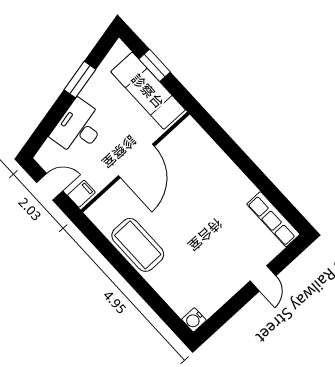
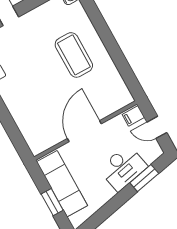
window: (80, 80) -> (144, 178), moved
coffee table: (138, 245) -> (74, 55), moved

